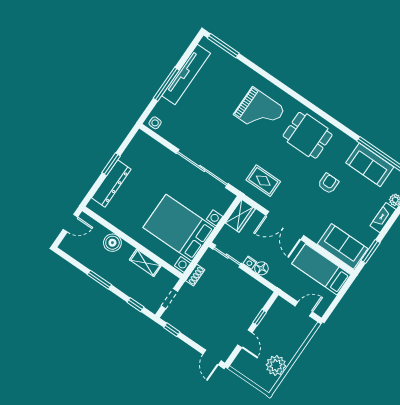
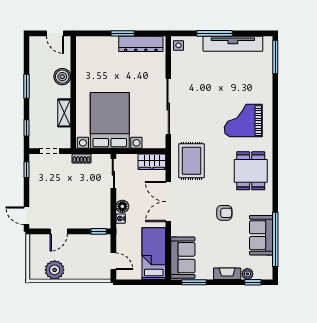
grand piano: (259, 112) -> (243, 121), turned 90
rug: (263, 181) -> (192, 161), width x1.36, depth x1.43
dresser: (111, 184) -> (141, 44), moved
nightstand: (250, 263) -> (121, 219), moved
window: (260, 317) -> (99, 231), moved
door: (212, 357) -> (26, 216), hinge flipped

